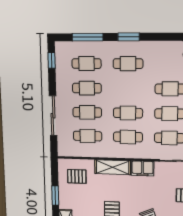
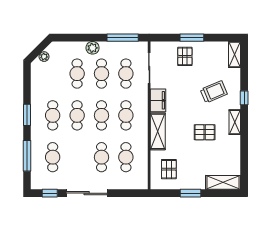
cafe table: (87, 88) -> (77, 115), moved
sliding door: (53, 116) -> (87, 193), moved

